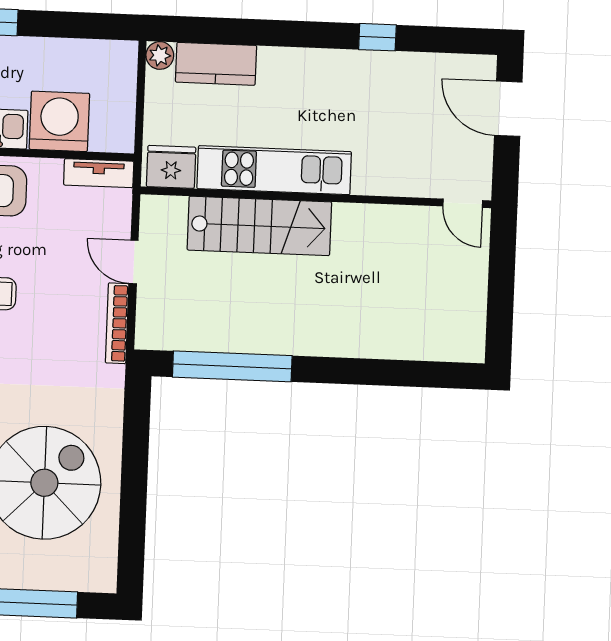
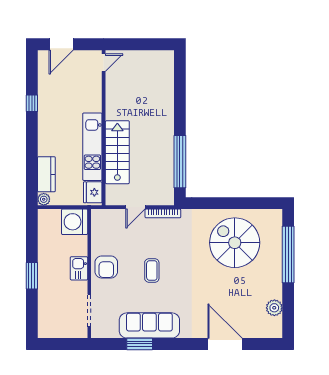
washing machine: (59, 121) -> (75, 222), moved
tv unit: (99, 173) -> (97, 224), removed

